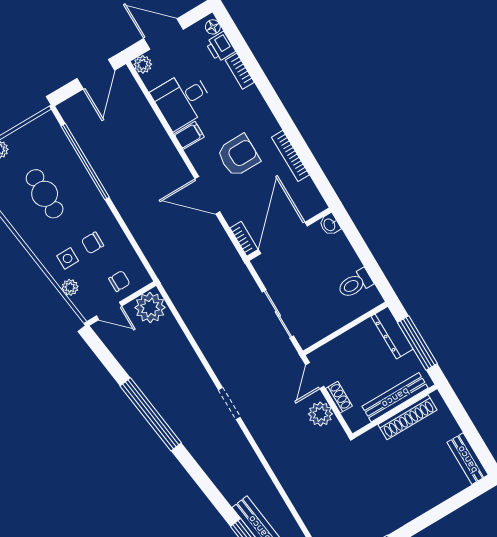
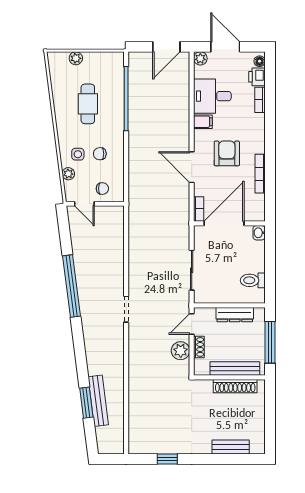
armchair: (238, 155) -> (227, 153), turned -90
plant: (150, 308) -> (112, 217), removed
dresser: (392, 333) -> (235, 315), moved, turned -90
bench: (468, 459) -> (231, 447), moved, turned 90

